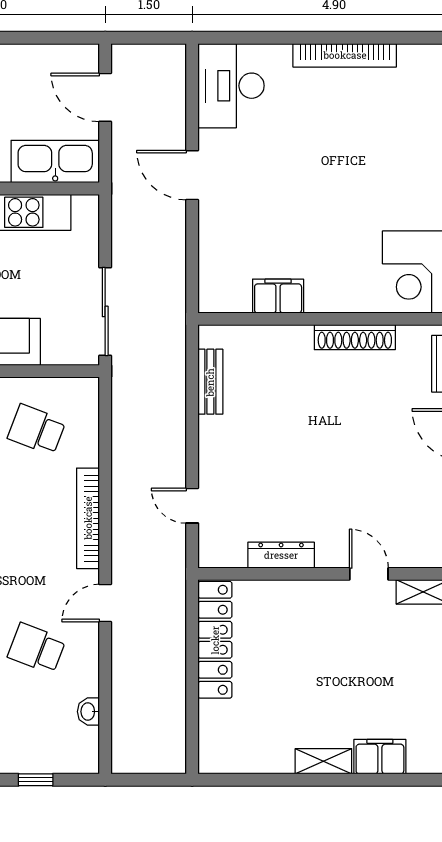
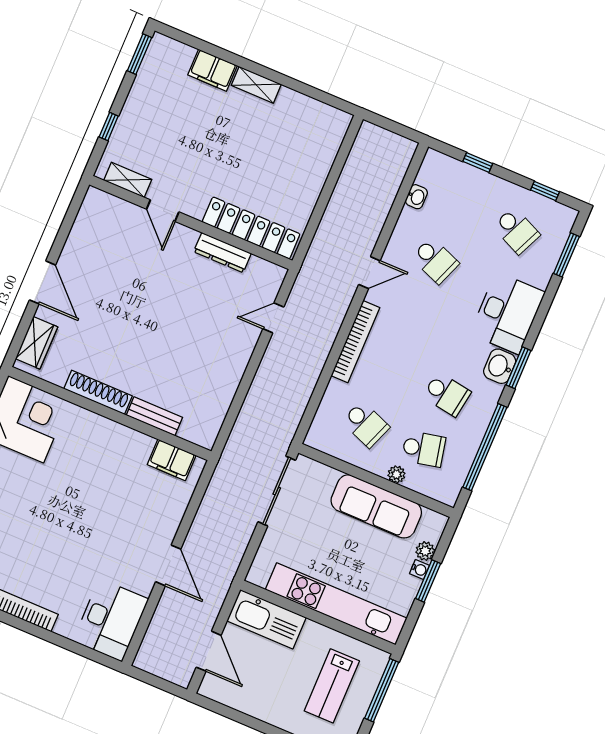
filing cabinet: (278, 296) -> (172, 460), moved
bench: (210, 382) -> (154, 416), moved, turned 90
door: (192, 506) -> (273, 318), swing flipped
locker: (215, 640) -> (251, 228), moved, turned 90

